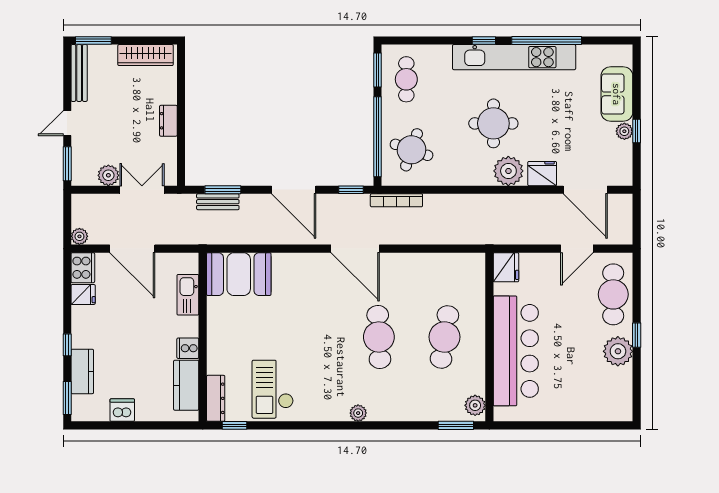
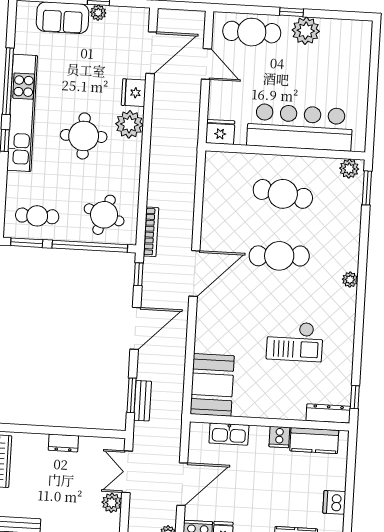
checkout: (273, 389) -> (295, 341), moved

